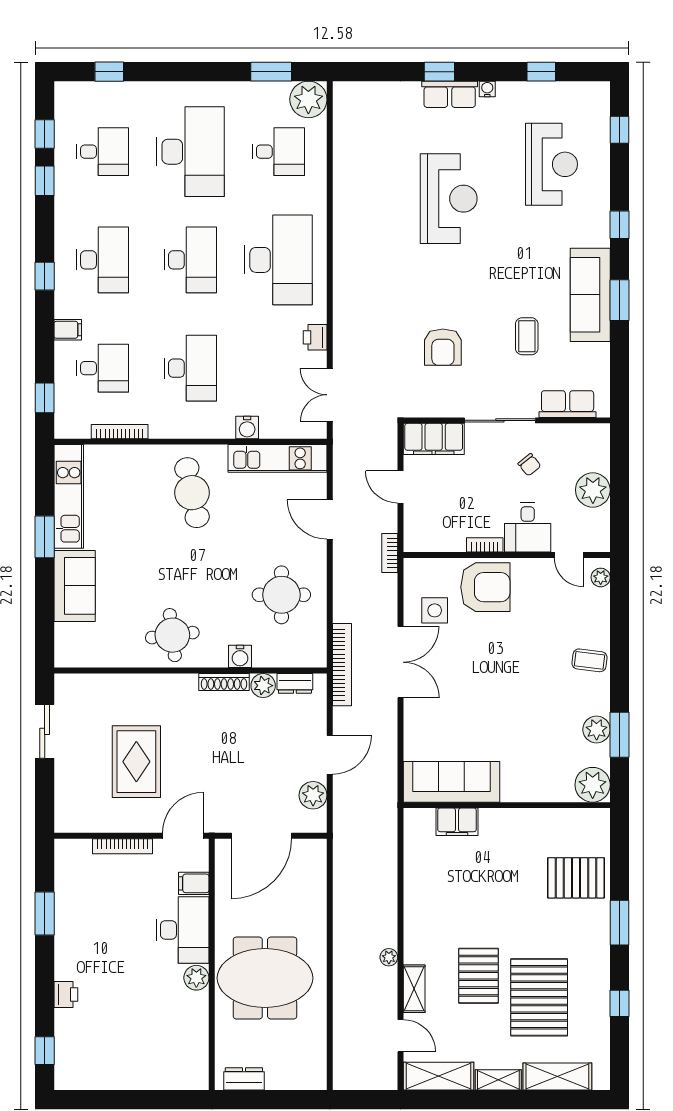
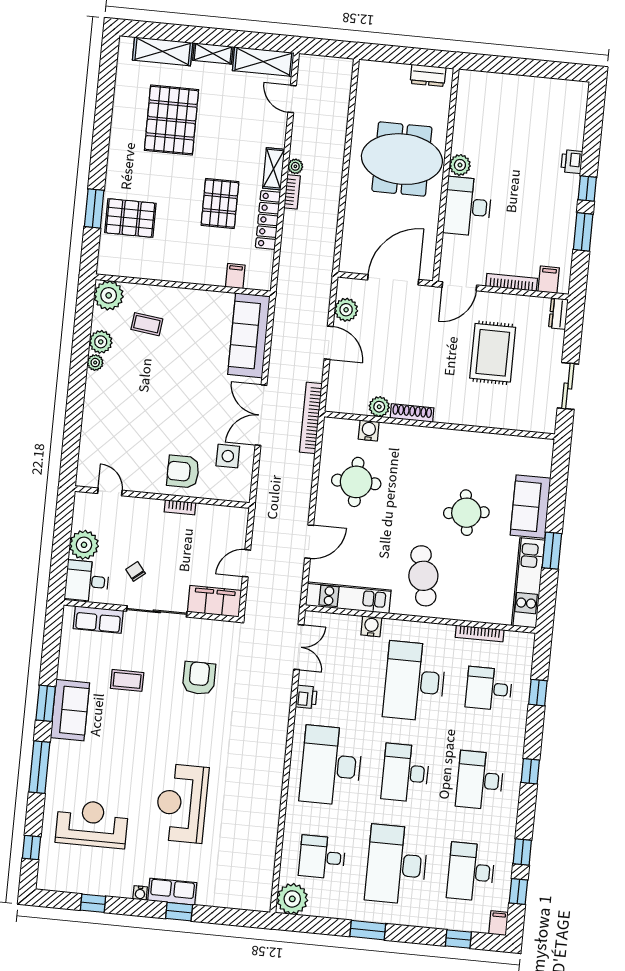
window: (271, 72) -> (368, 930), moved
desk: (103, 152) -> (471, 872), width x1.37
reception desk: (552, 164) -> (92, 824), turned 90
window: (620, 225) -> (39, 767), width x2.17
sofa: (590, 295) -> (70, 710), width x0.73
filing cabinet: (68, 330) -> (498, 923), moved, turned 90
coffee table: (527, 336) -> (127, 680), turned 90
desk: (190, 368) -> (414, 681), width x1.36, depth x1.30
window: (45, 398) -> (538, 693), moved
door: (400, 487) -> (246, 563), swing flipped
door: (330, 519) -> (309, 542), hinge flipped
desk: (528, 527) -> (87, 581), moved, turned -90
bookcase: (390, 553) -> (292, 192), moved
plant: (601, 577) -> (95, 363), moved
armchair: (485, 587) -> (183, 472), width x0.73, depth x0.73
round table: (172, 635) -> (466, 513), moved
water cooler: (240, 656) -> (369, 431), moved
coffee table: (590, 660) -> (147, 324), moved
dresser: (295, 683) -> (558, 314), moved, turned -90
window: (620, 735) -> (82, 335), removed
door: (330, 755) -> (329, 343), swing flipped
sofa: (452, 782) -> (249, 335), moved, turned 90
filing cabinet: (457, 822) -> (235, 276), width x0.50
filing cabinet: (194, 883) -> (549, 280), moved, turned -90
locker: (415, 891) -> (268, 220), added
window: (620, 923) -> (94, 208), moved
pallet: (479, 976) -> (220, 203), moved
shelving: (414, 989) -> (274, 169), moved
window: (620, 1003) -> (104, 108), removed
window: (45, 1051) -> (587, 189), moved

